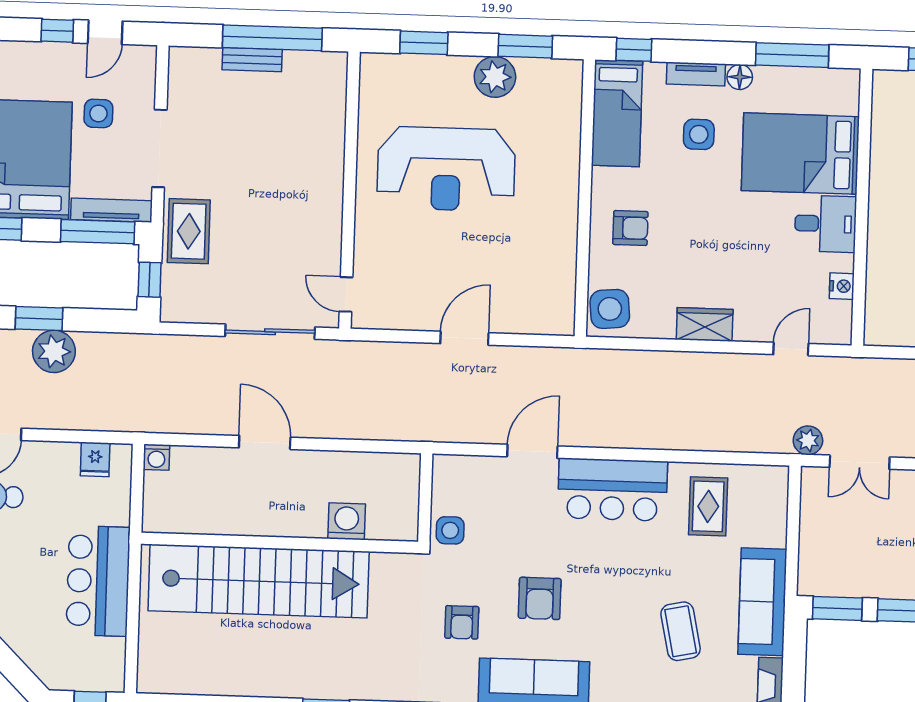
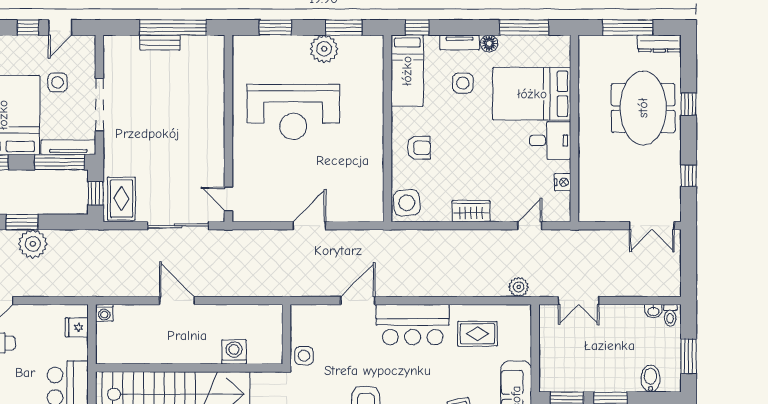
rug: (189, 231) -> (122, 199), moved
plant: (808, 440) -> (519, 287), moved
fridge: (95, 459) -> (77, 327), moved, turned 90
rug: (708, 506) -> (477, 334), turned 90

